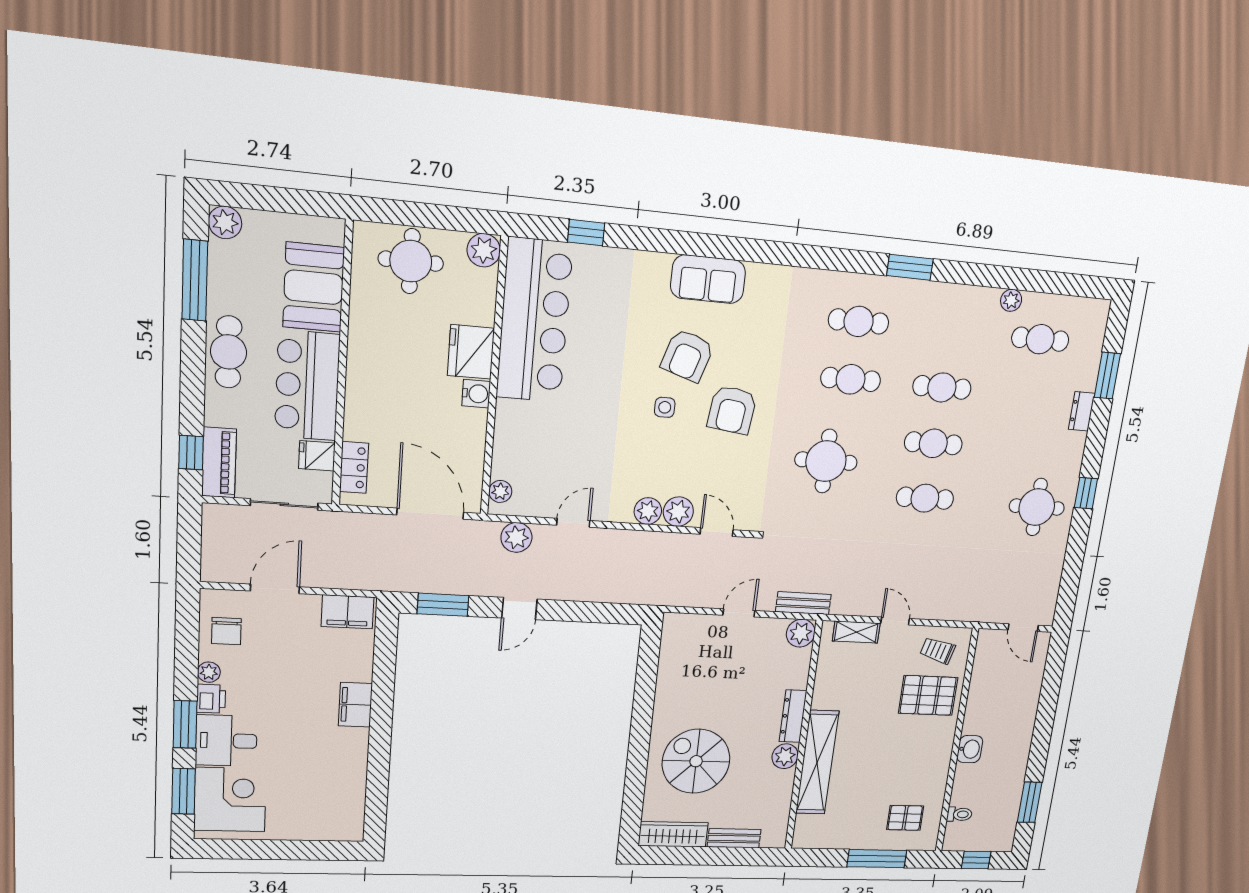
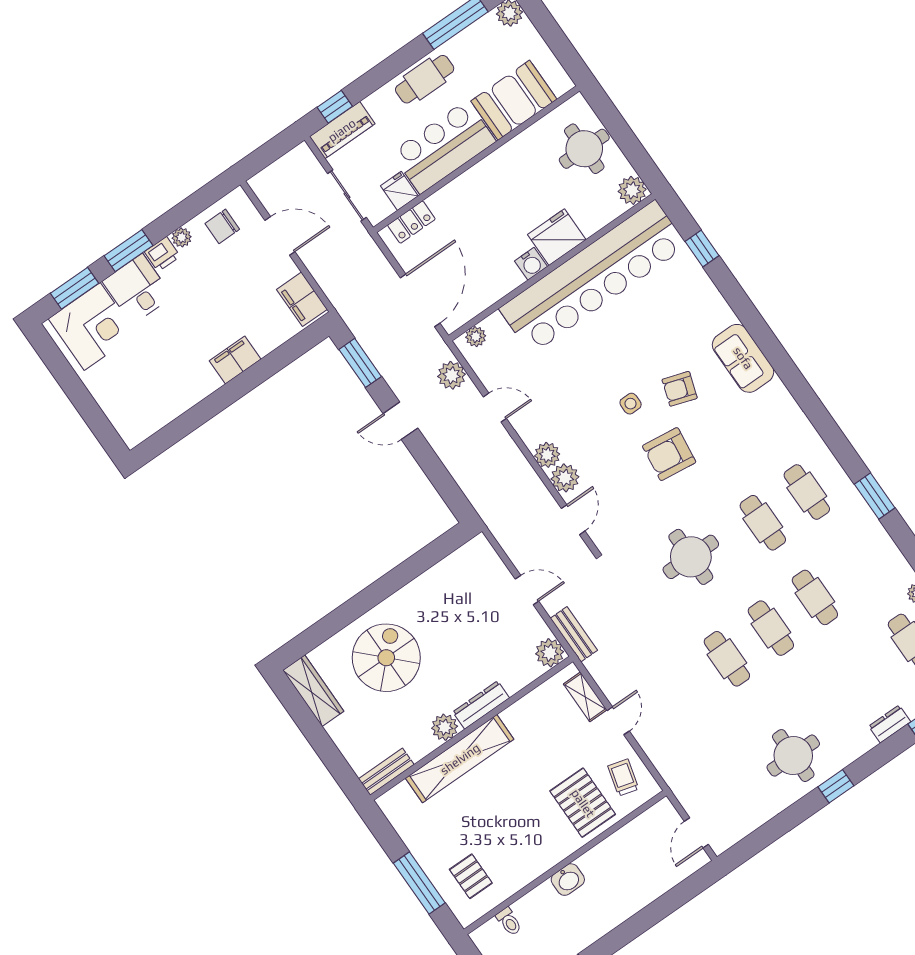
bar counter: (534, 321) -> (593, 277), width x1.36
armchair: (687, 356) -> (680, 389), width x0.72, depth x0.72
bench: (734, 838) -> (386, 772), moved, turned 90

